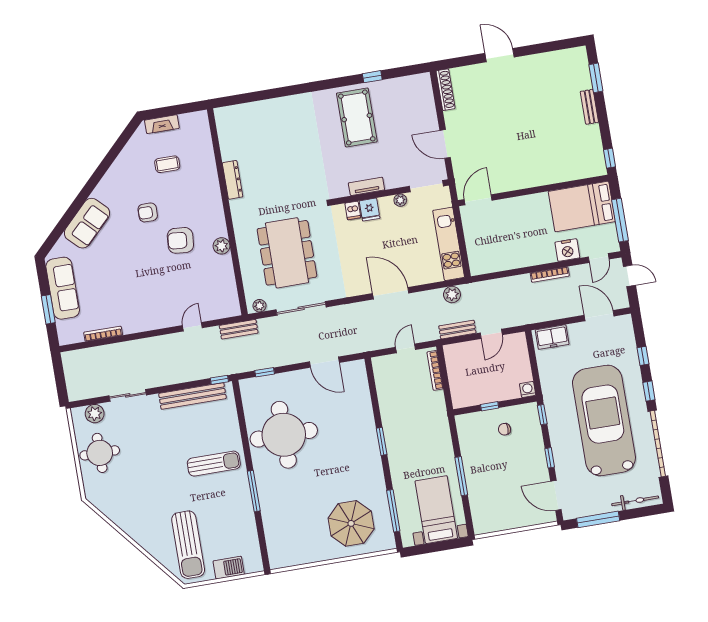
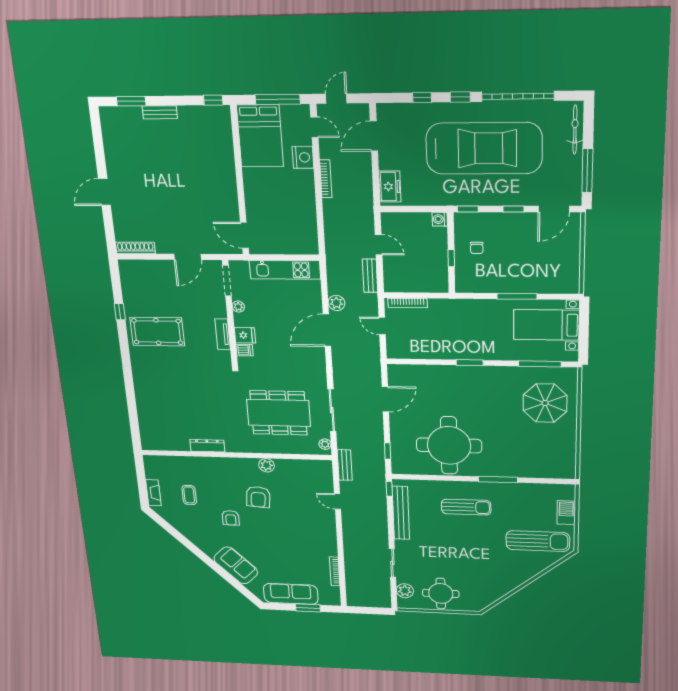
plant: (452, 295) -> (336, 303), moved
car: (604, 420) -> (484, 148), turned 180
sun lounger: (214, 464) -> (466, 507), turned 90

